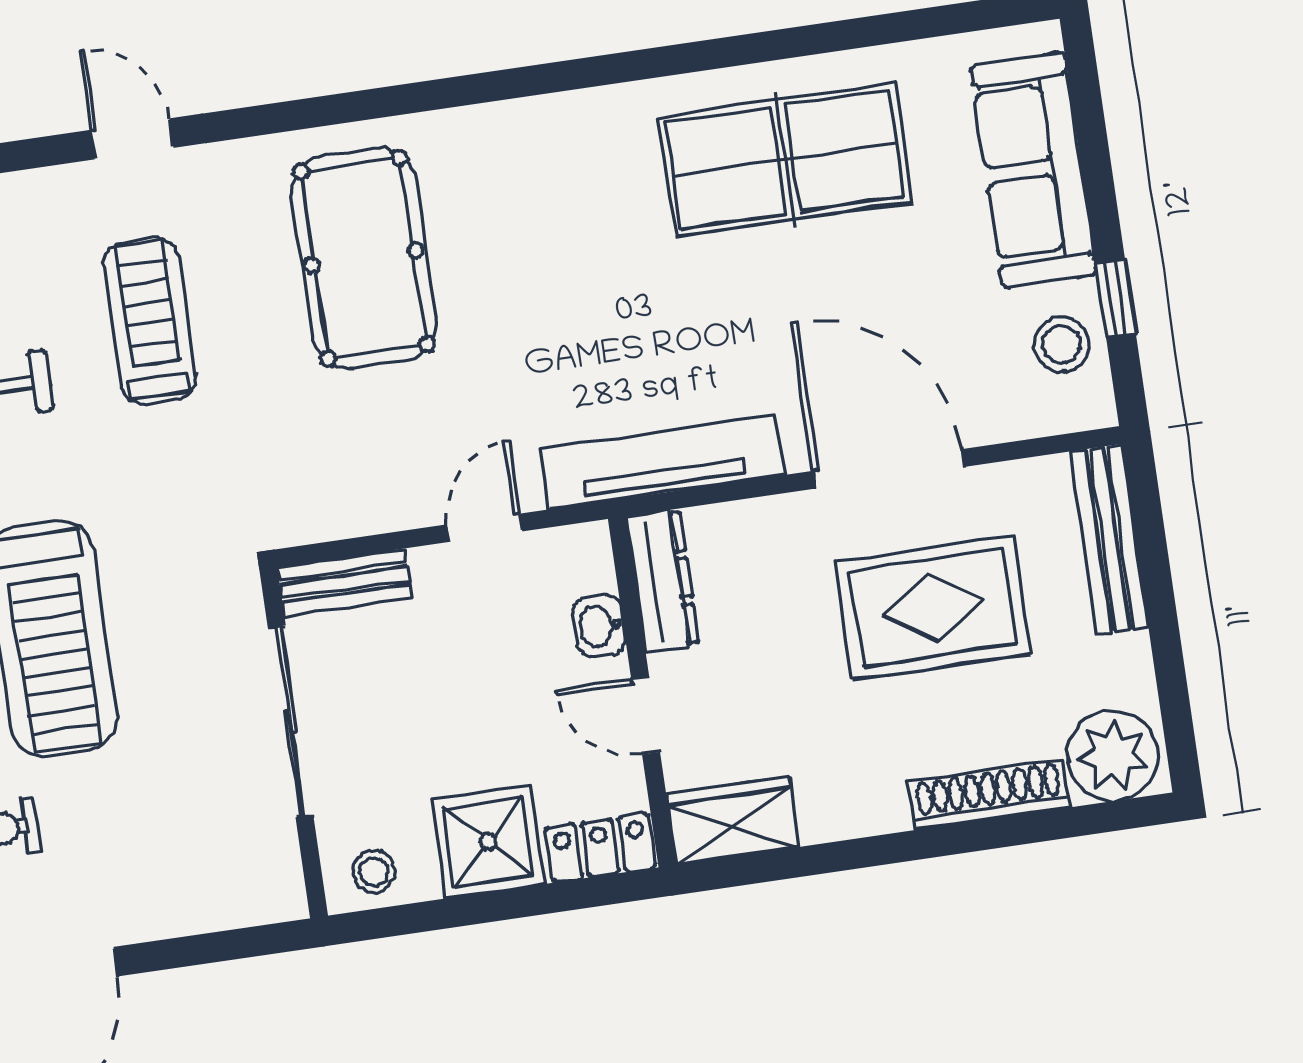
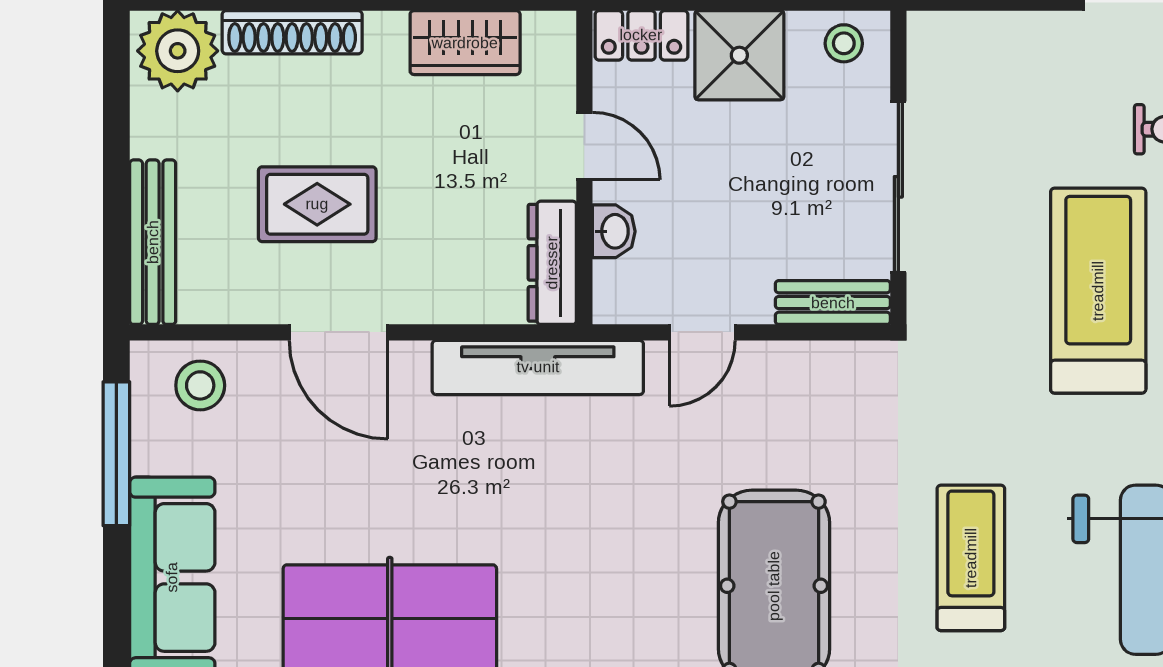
window: (1116, 298) -> (116, 454), width x2.17
treadmill: (150, 321) -> (971, 558), turned 180
stool: (1062, 344) -> (200, 385), moved
door: (889, 469) -> (339, 332), width x0.73
rug: (933, 608) -> (317, 204), width x0.73, depth x0.70
wardrobe: (732, 820) -> (465, 43), moved

